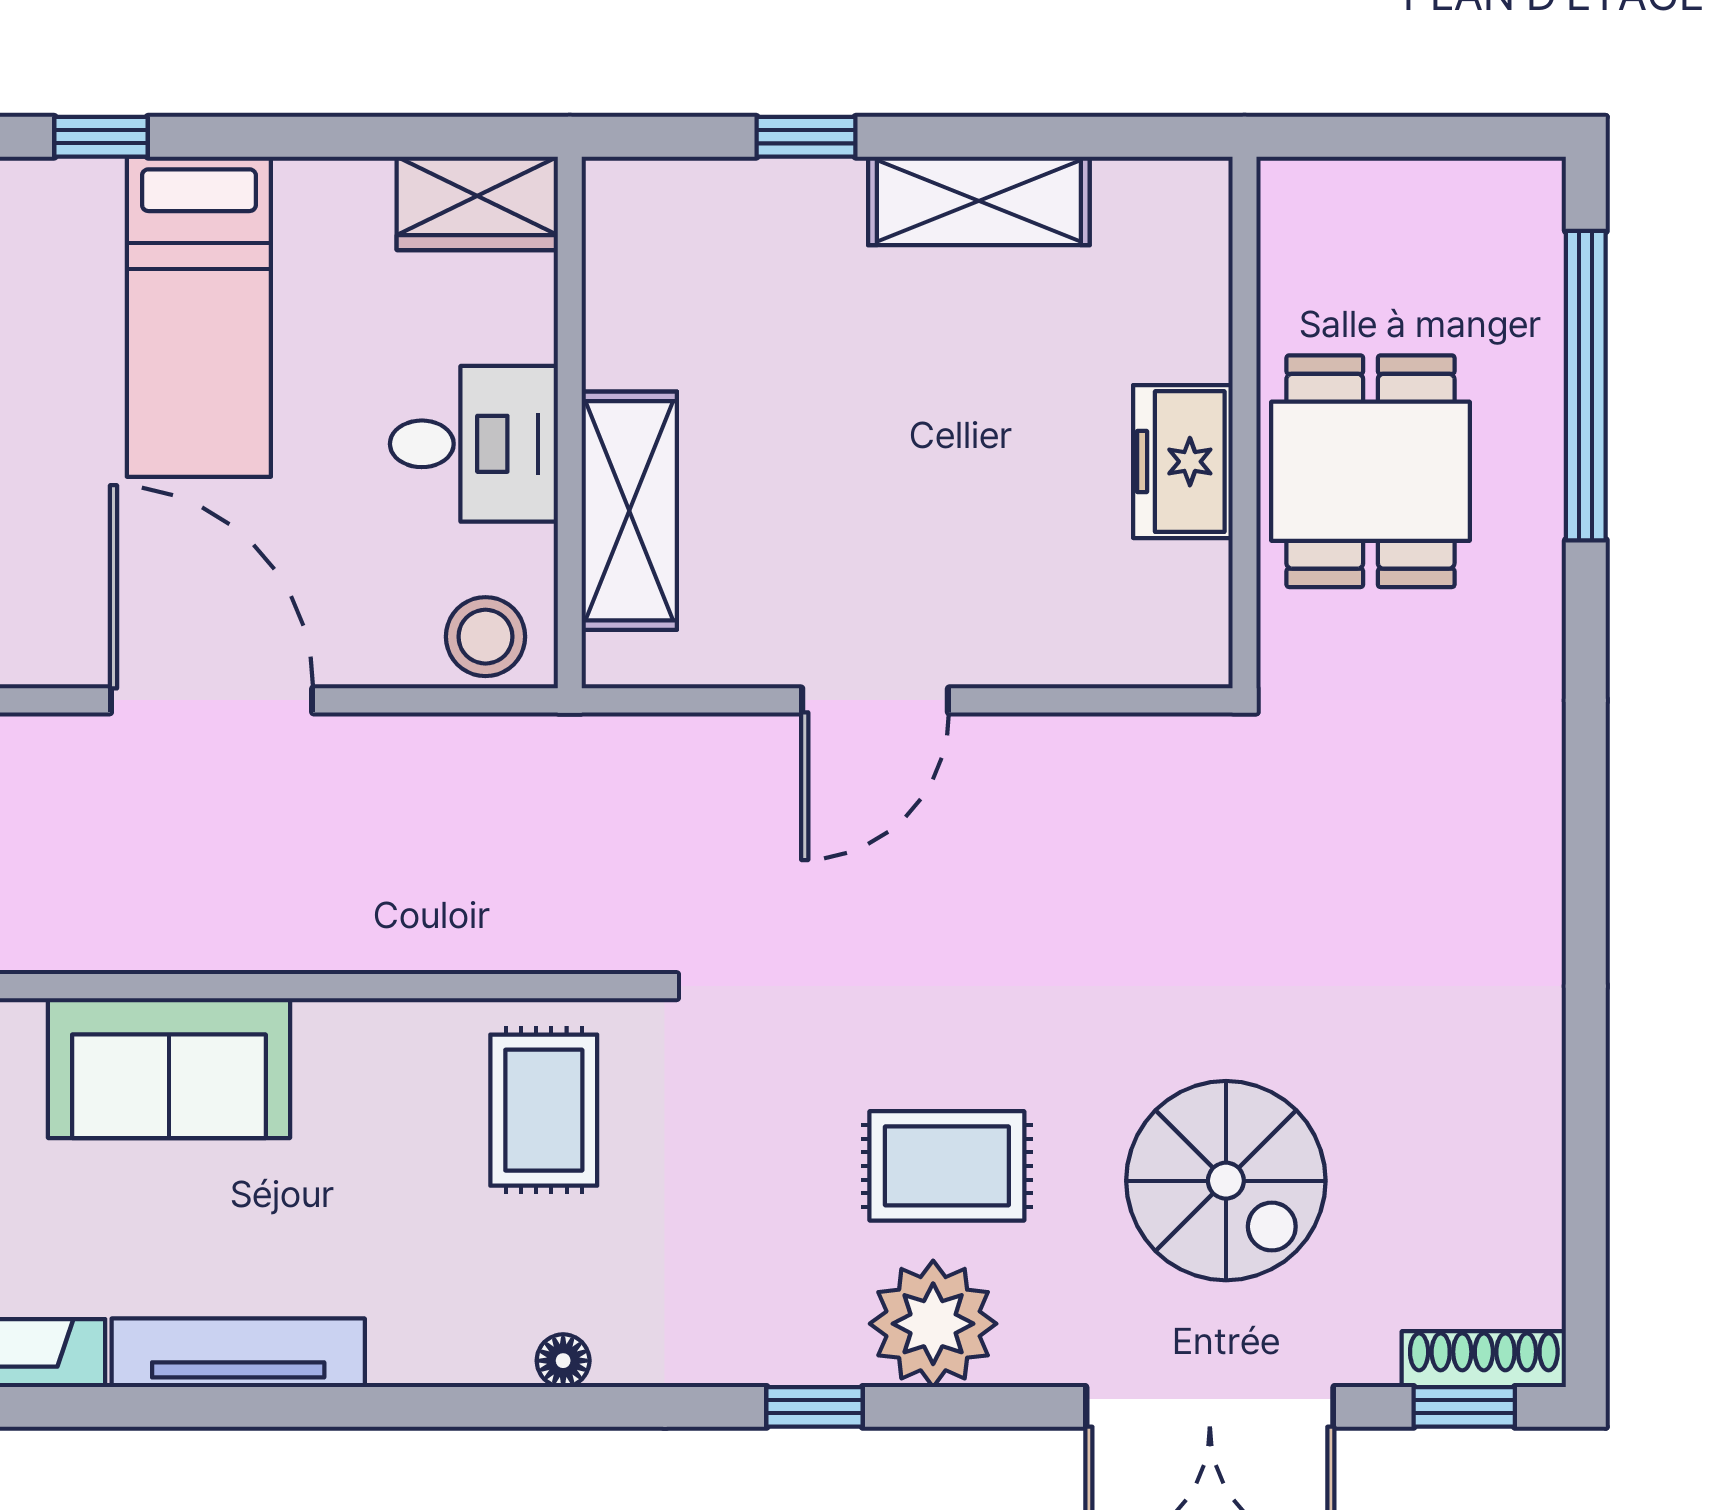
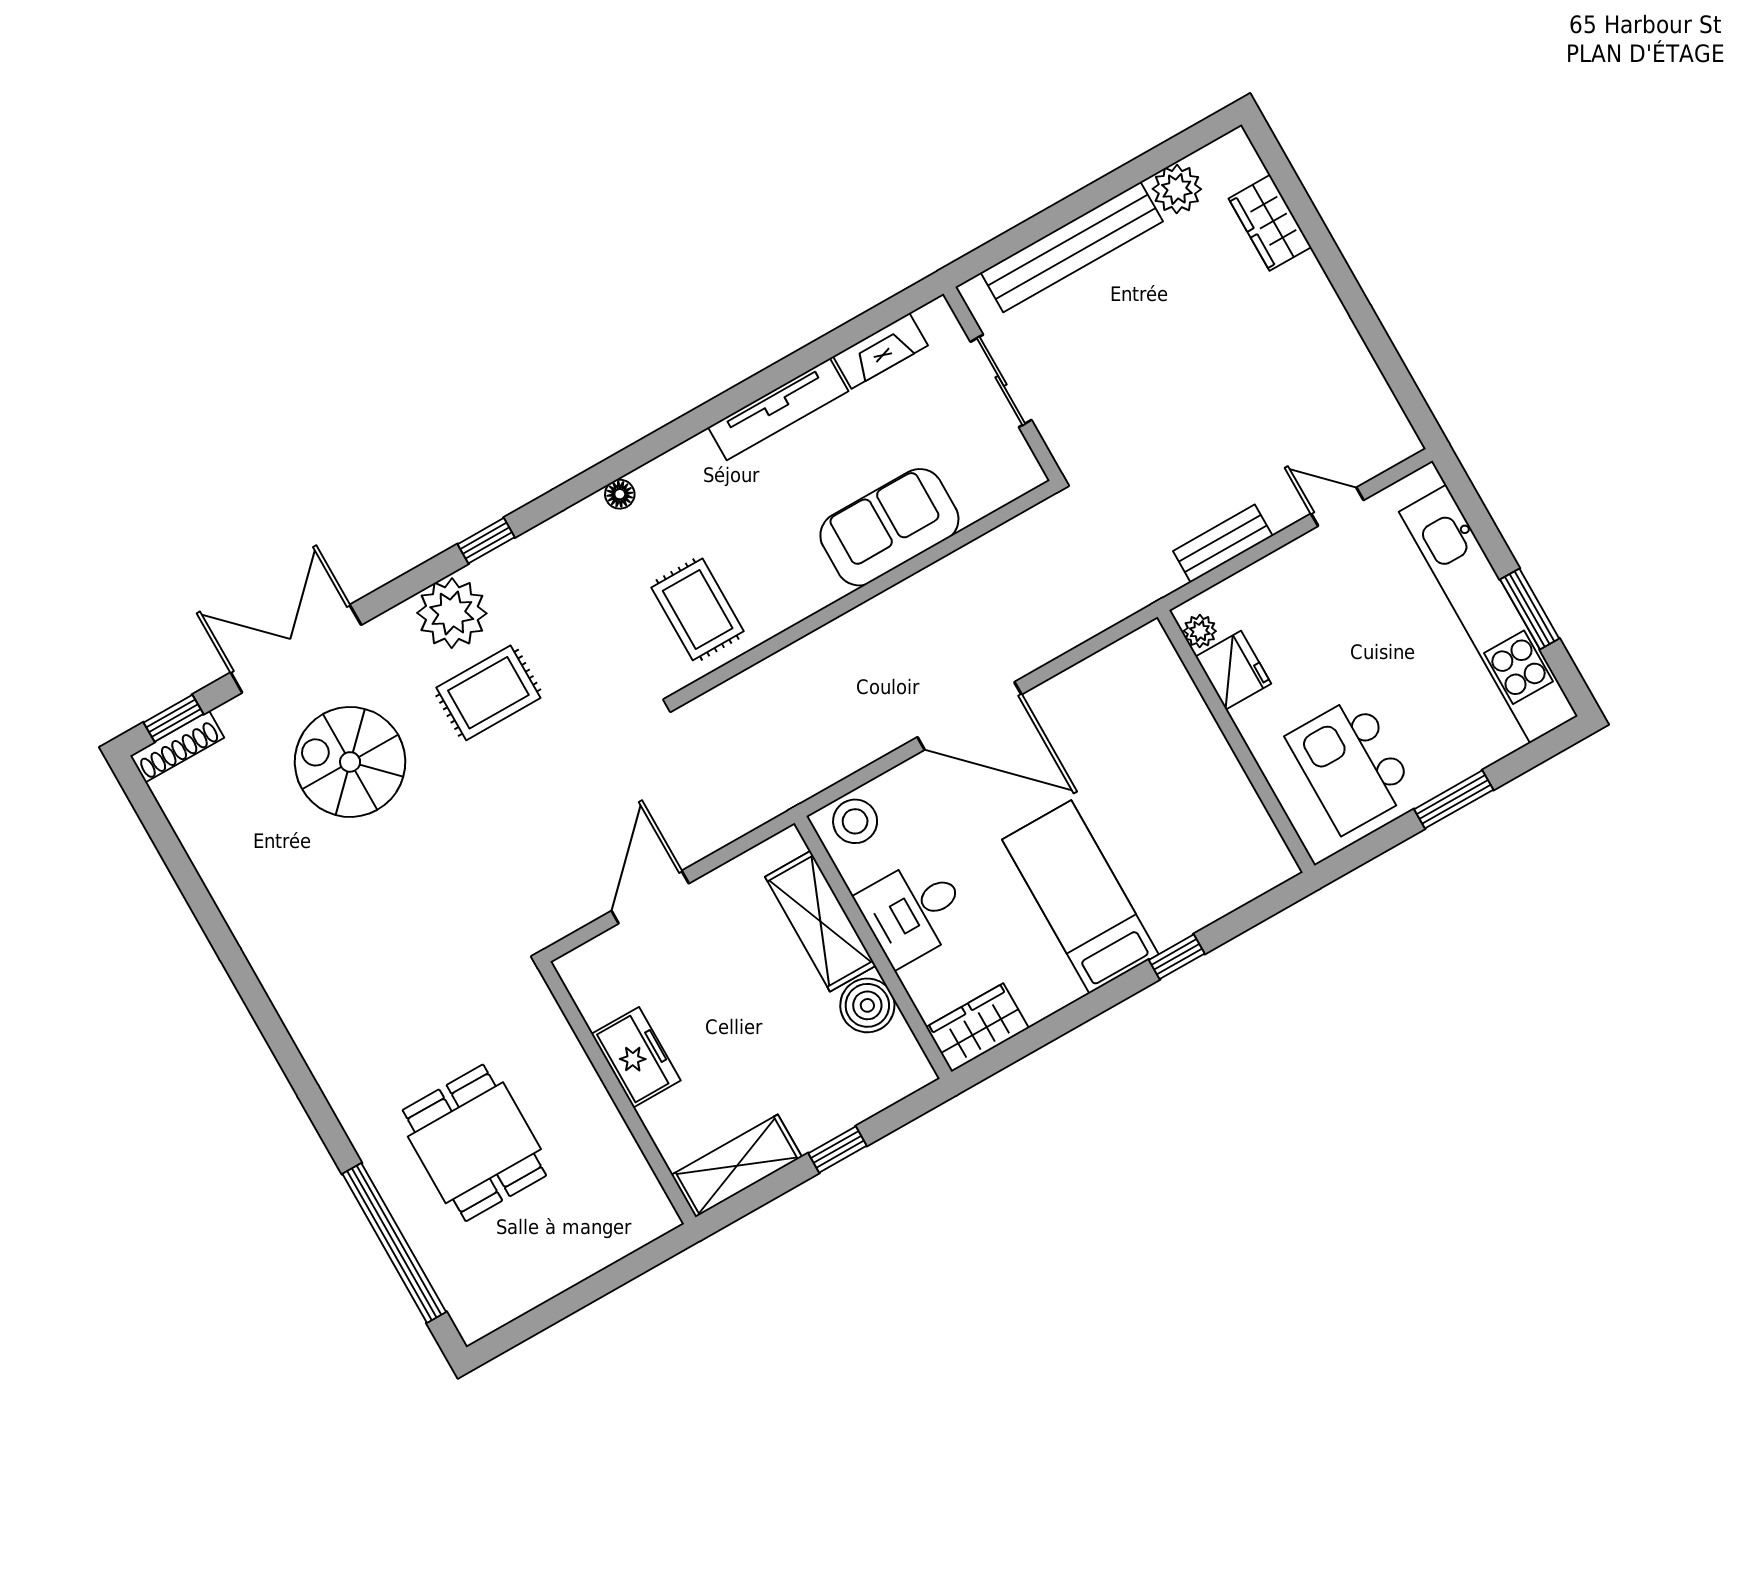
boiler: (630, 336) -> (867, 1005), added
wall: (1244, 423) -> (617, 1093), moved
freezer: (1183, 462) -> (636, 1057), moved

